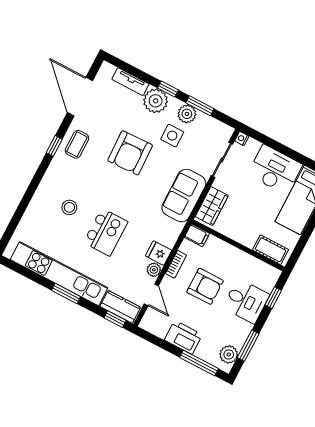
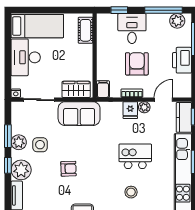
armchair: (130, 153) -> (68, 169), width x0.53, depth x0.53
window: (248, 346) -> (164, 10), width x1.44

